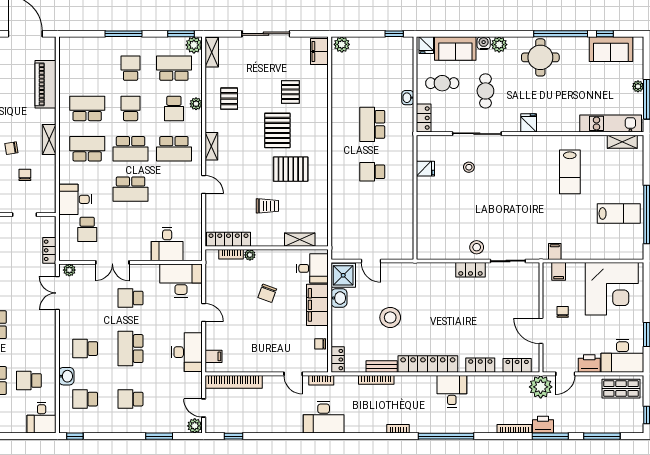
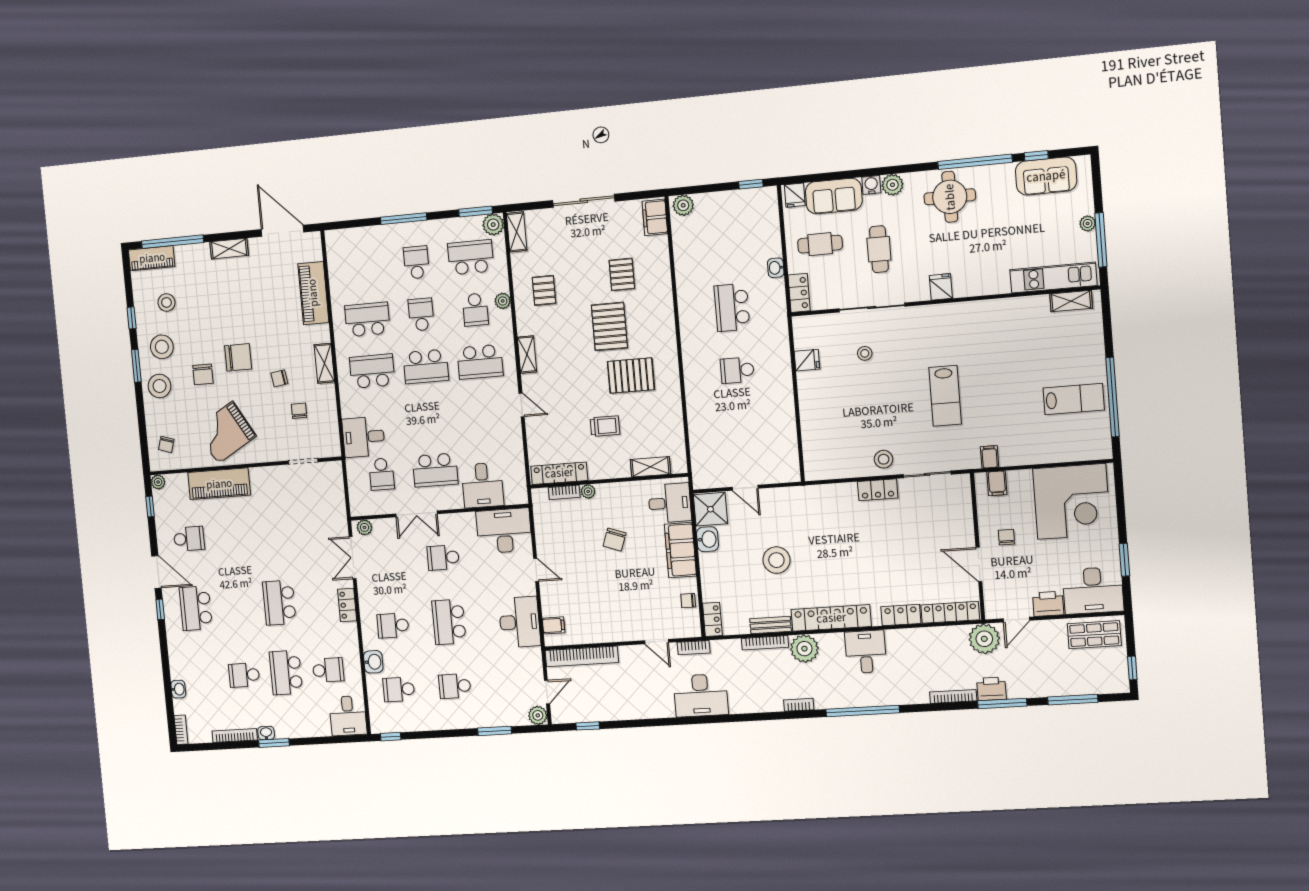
lab bench: (570, 172) -> (945, 396), moved
school desk: (131, 189) -> (435, 470), moved
locker: (49, 250) -> (347, 605), moved
locker: (517, 365) -> (950, 612), width x1.53
school desk: (29, 381) -> (328, 670), turned 180
plant: (406, 386) -> (804, 649), added
door: (204, 408) -> (547, 692), swing flipped

